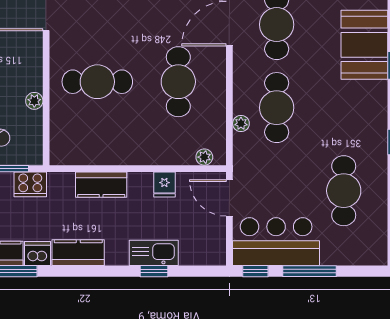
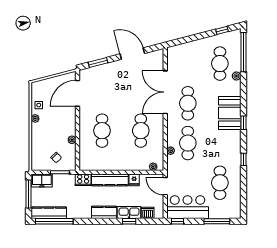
cafe table: (97, 82) -> (102, 131), turned 90
cooker: (30, 184) -> (83, 180), moved
kitchen counter: (101, 185) -> (110, 180), width x1.50
kitchen counter: (78, 253) -> (104, 212), moved
dishwasher: (38, 254) -> (148, 213), moved
window: (310, 271) -> (217, 221), moved

